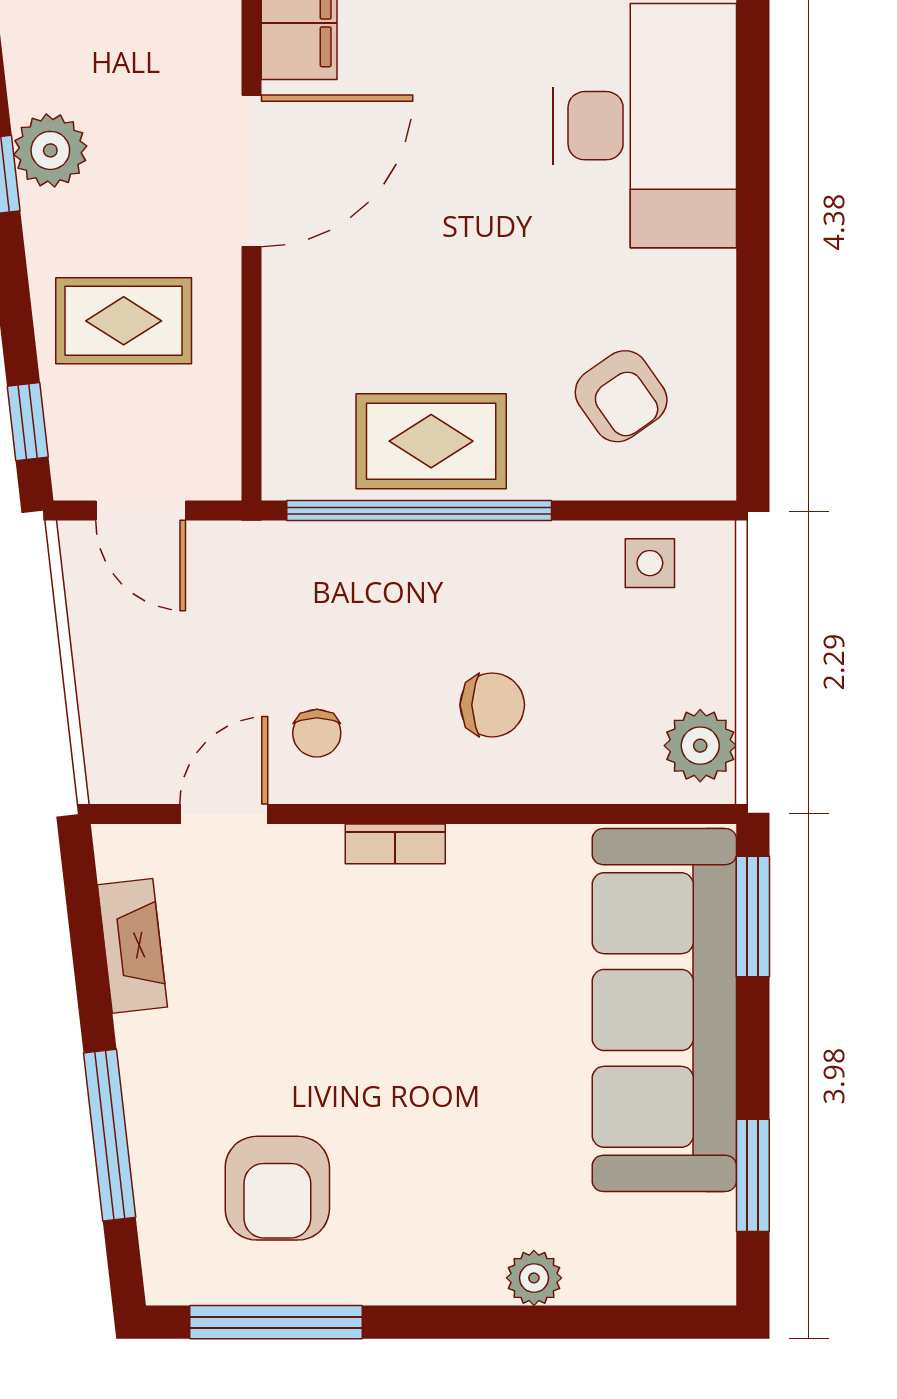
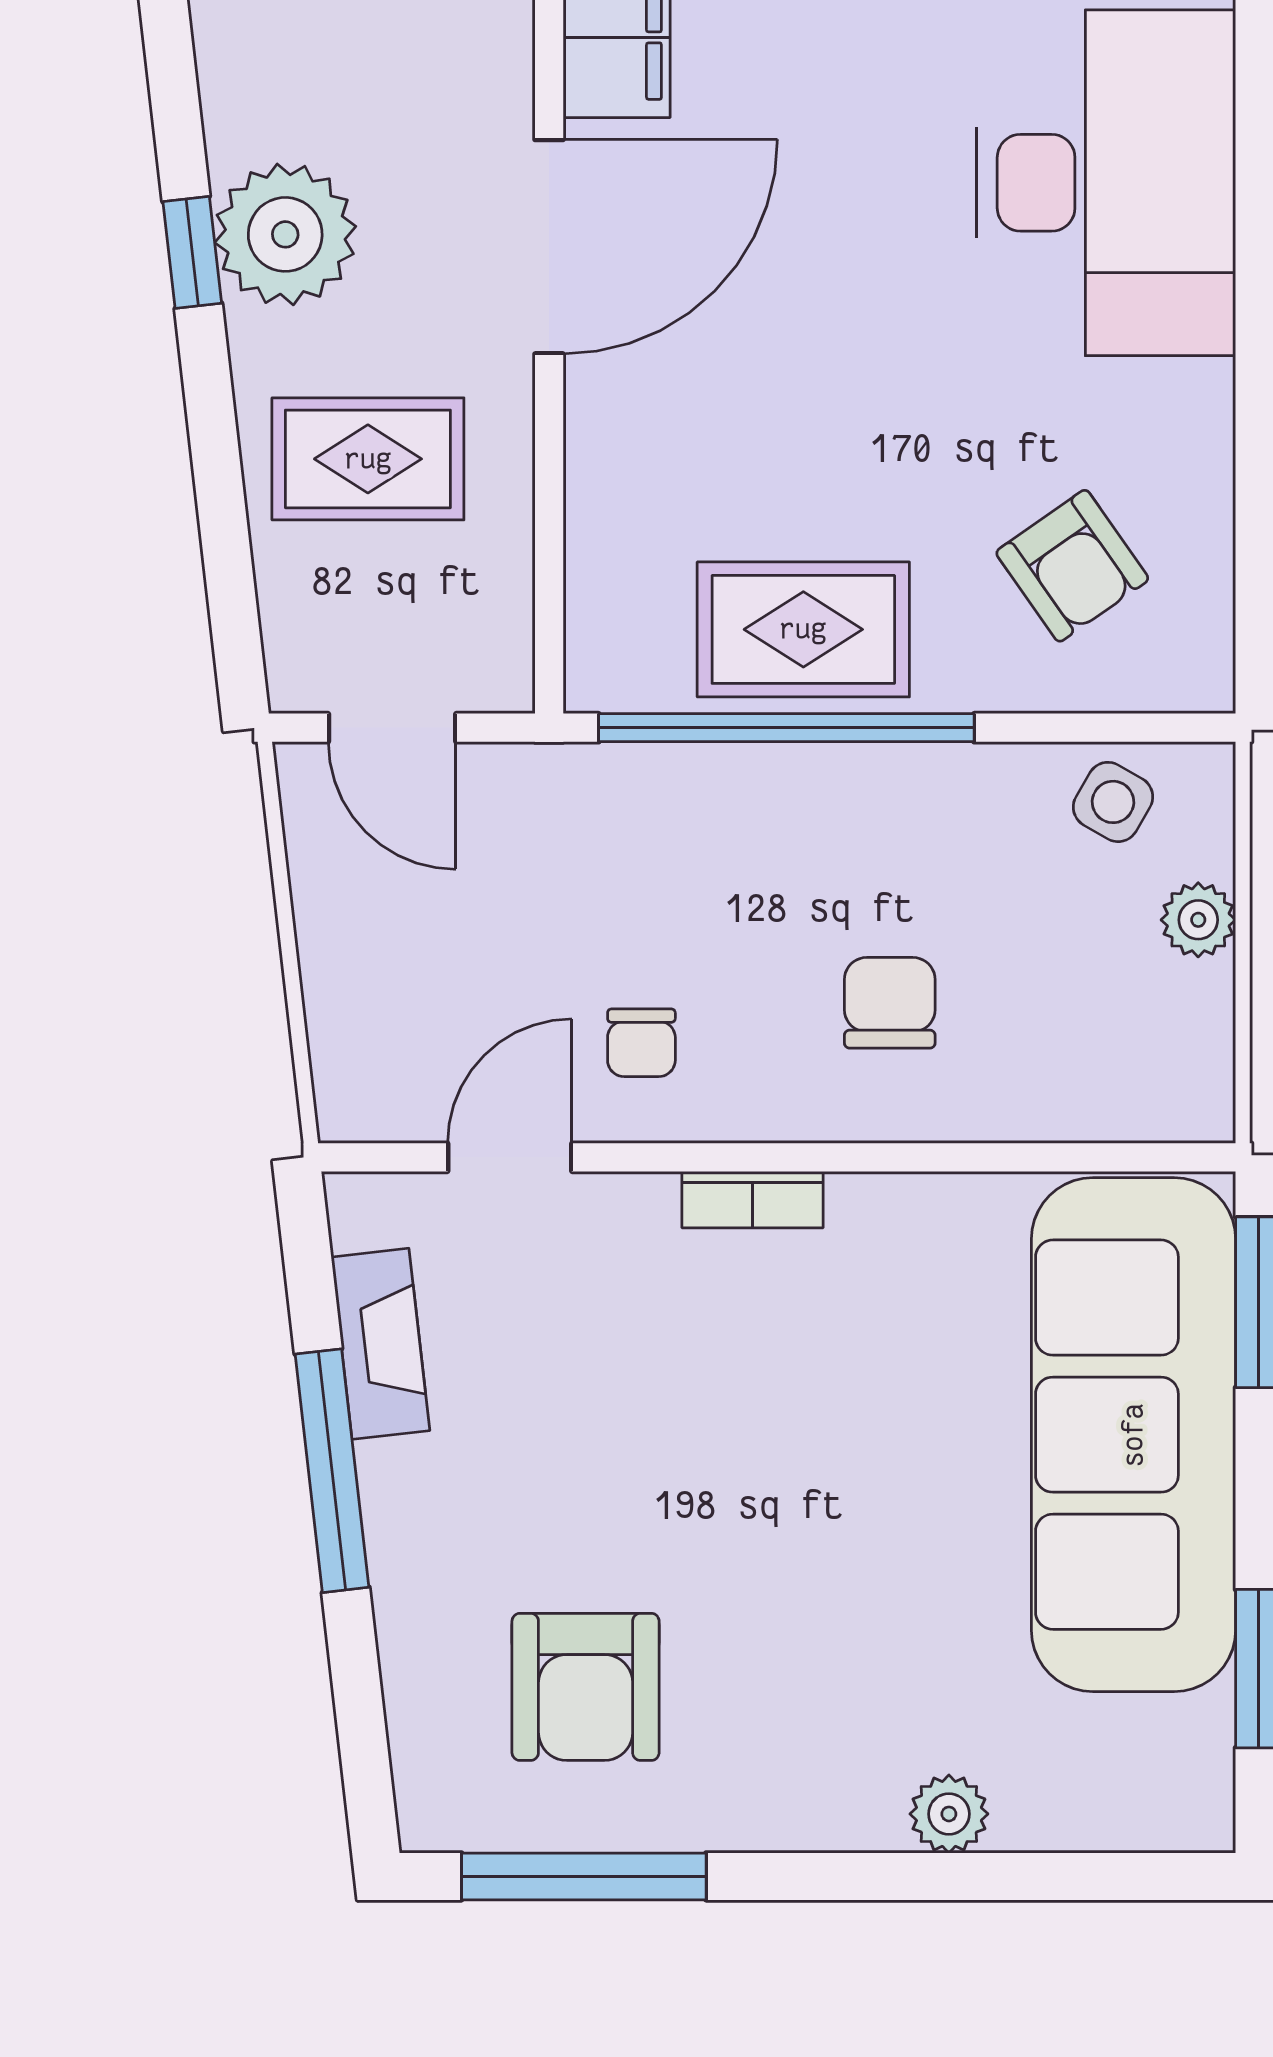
plant: (50, 150) -> (285, 234), width x1.36, depth x1.36
window: (28, 422) -> (232, 602), removed
side table: (650, 563) -> (1113, 802), turned 30
chair: (492, 705) -> (890, 1003), turned -90
plant: (700, 746) -> (1198, 920), moved, width x0.73, depth x0.73
window: (110, 1135) -> (332, 1471), moved

